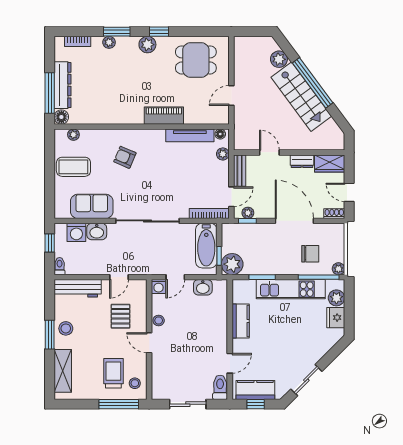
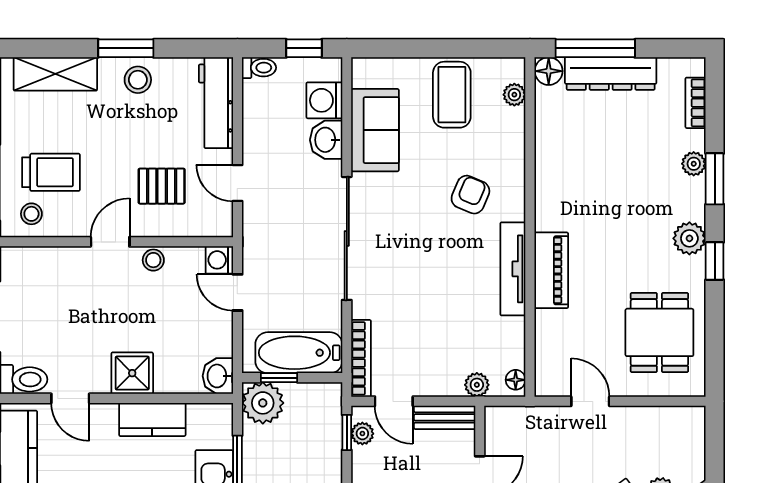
tv unit: (190, 135) -> (513, 269), moved
washbasin: (203, 287) -> (218, 376), moved
shower: (217, 331) -> (132, 373), added

